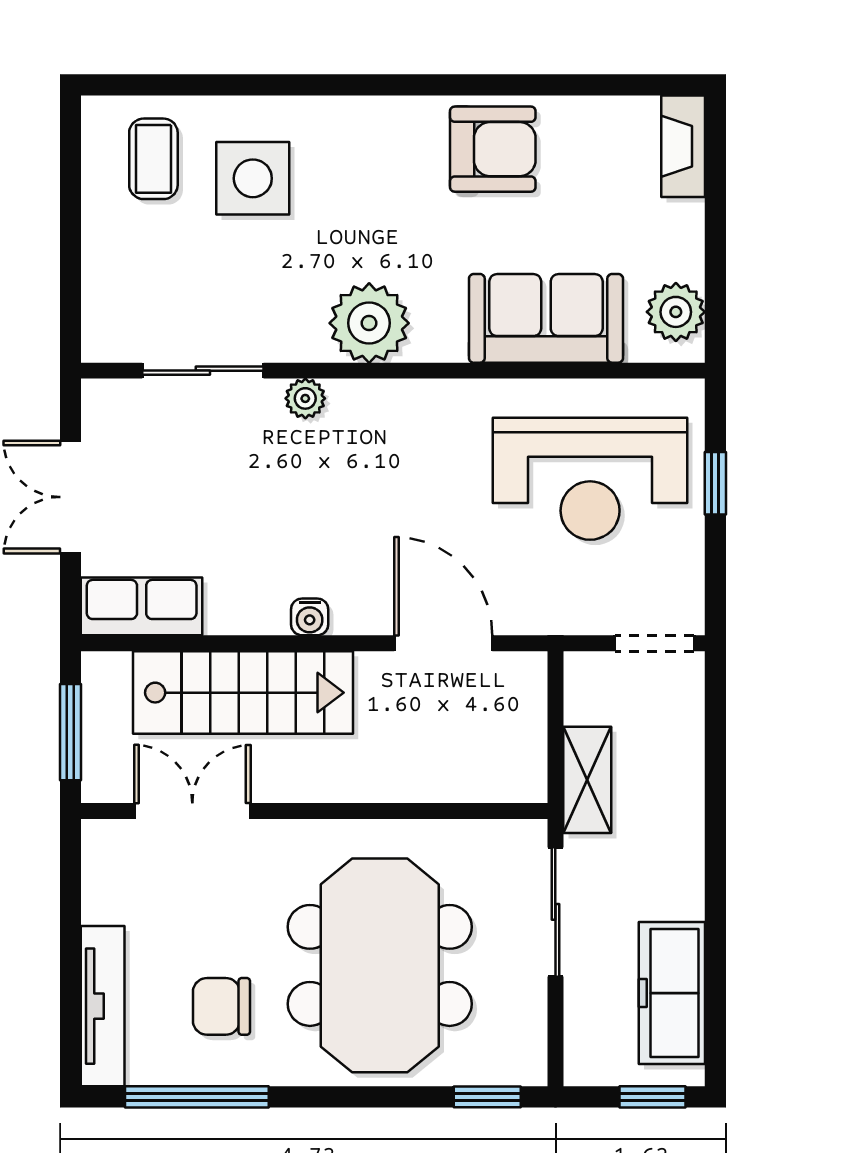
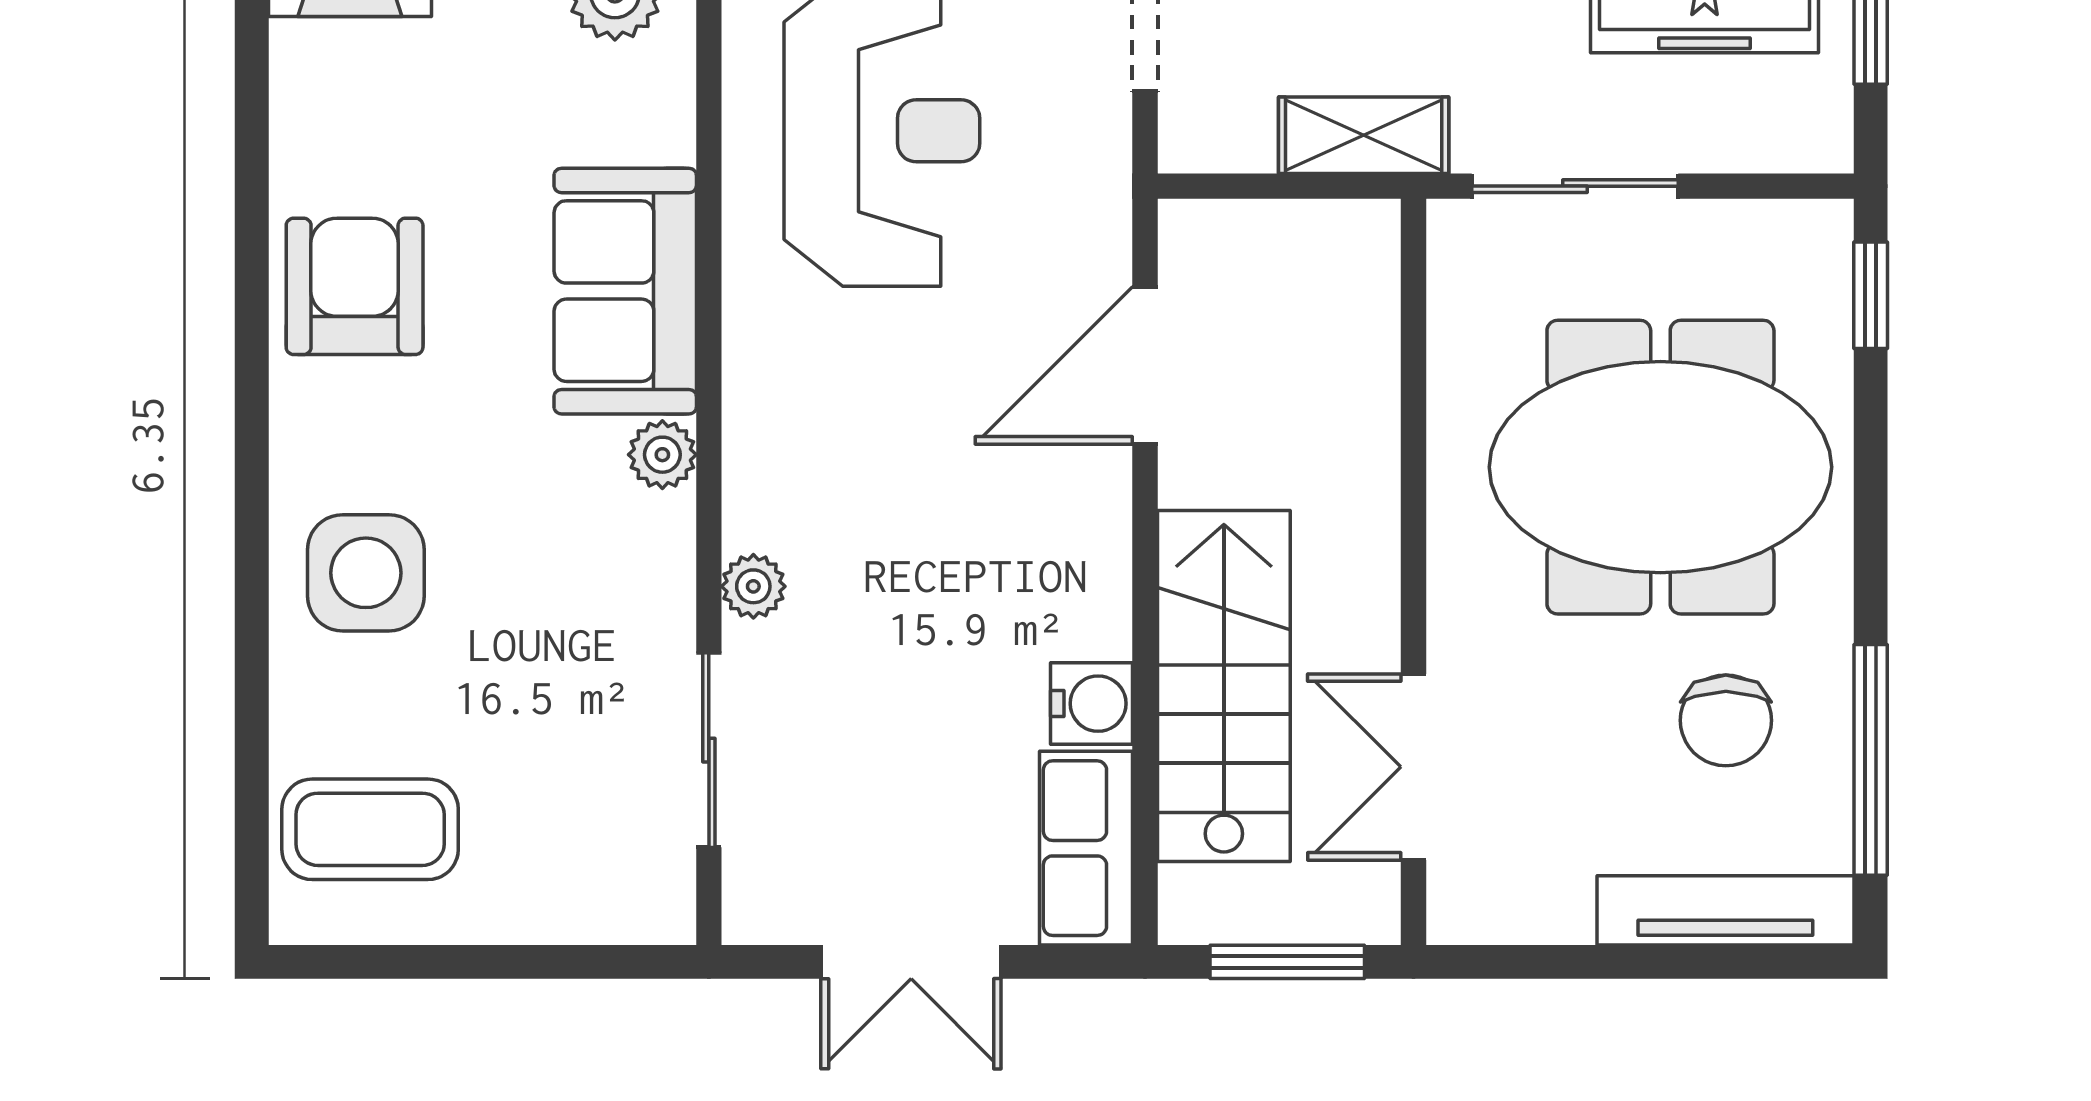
coffee table: (153, 159) -> (370, 829), width x1.36, depth x1.30
side table: (253, 178) -> (366, 573), moved
sofa: (546, 318) -> (625, 291), moved
plant: (369, 323) -> (662, 455), width x0.53, depth x0.53
water cooler: (310, 617) -> (1092, 704), moved, width x1.38, depth x1.38

